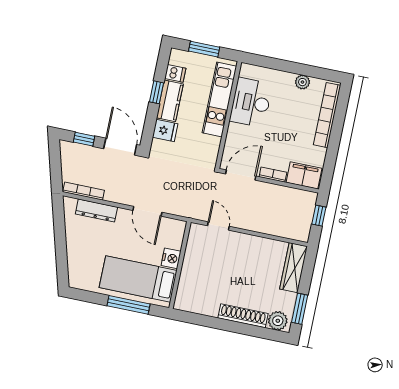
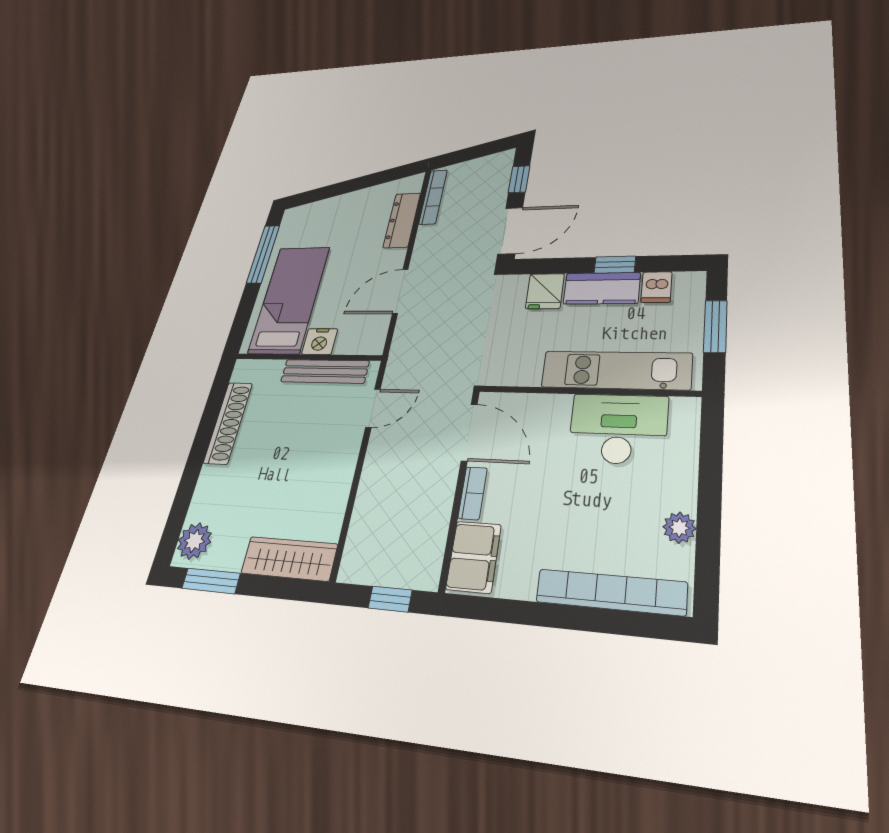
bench: (191, 254) -> (325, 371), added
window: (129, 305) -> (263, 254), moved
shoe rack: (243, 316) -> (228, 423), moved

